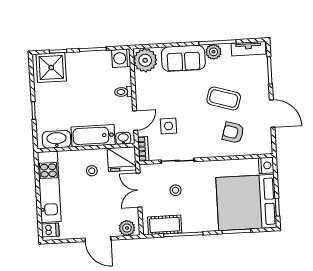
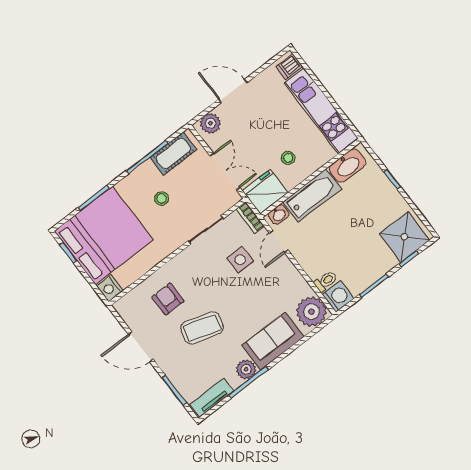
toilet: (123, 92) -> (326, 281), moved
armchair: (233, 133) -> (168, 299), turned -107
stool: (176, 190) -> (162, 198), moved

